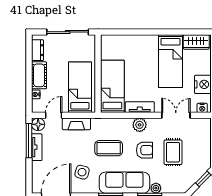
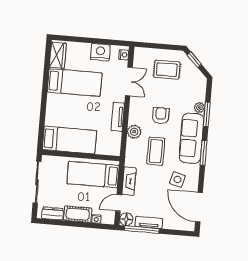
bed: (112, 86) -> (70, 140), moved, turned 180
door: (54, 115) -> (119, 203), hinge flipped
double door: (176, 115) -> (129, 82), swing flipped
plant: (140, 125) -> (134, 132), moved
rug: (173, 152) -> (167, 70), moved

